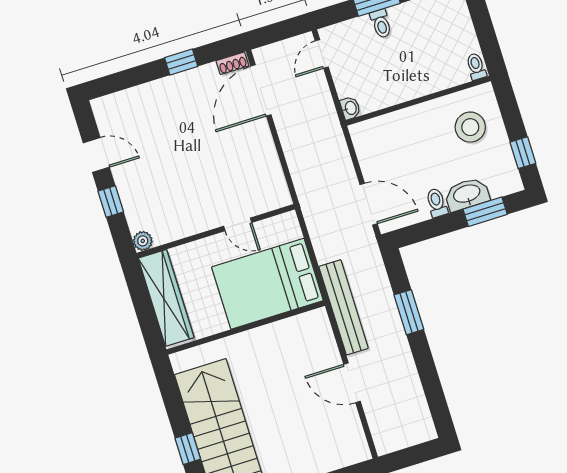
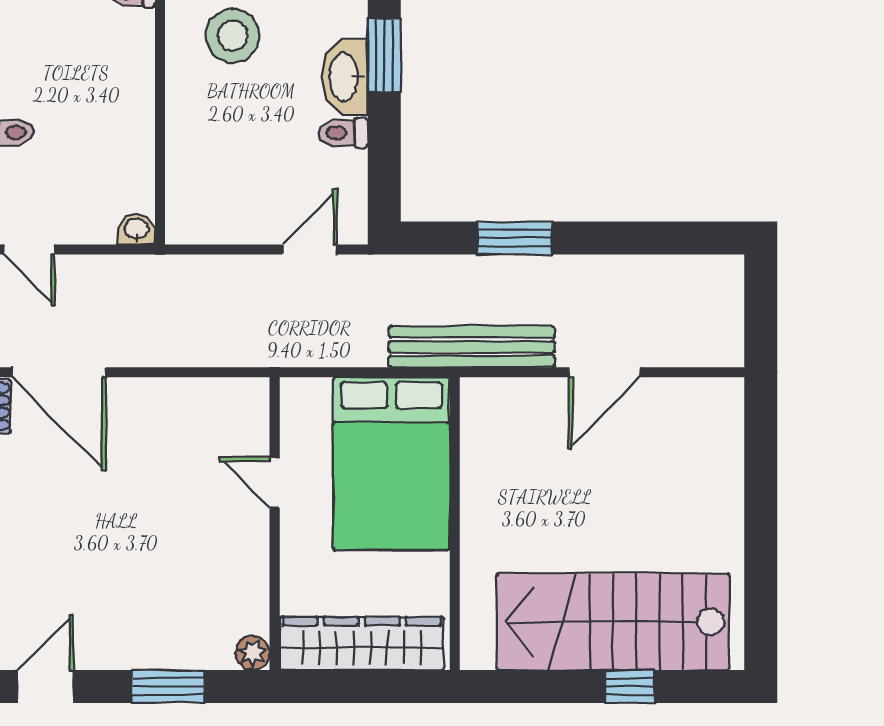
door: (96, 155) -> (46, 687), moved
window: (111, 201) -> (168, 687), width x1.50
door: (369, 204) -> (310, 249), width x0.73
door: (238, 224) -> (275, 483), swing flipped

